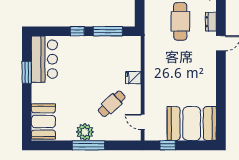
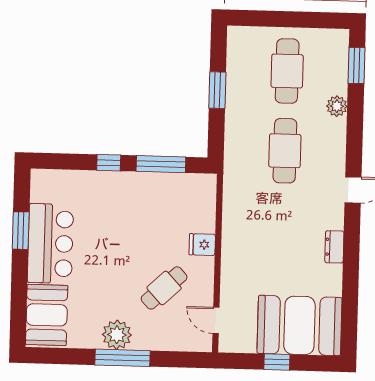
dresser: (211, 22) -> (334, 247), moved
bar counter: (44, 59) -> (50, 244), moved
window: (168, 145) -> (277, 362), moved

